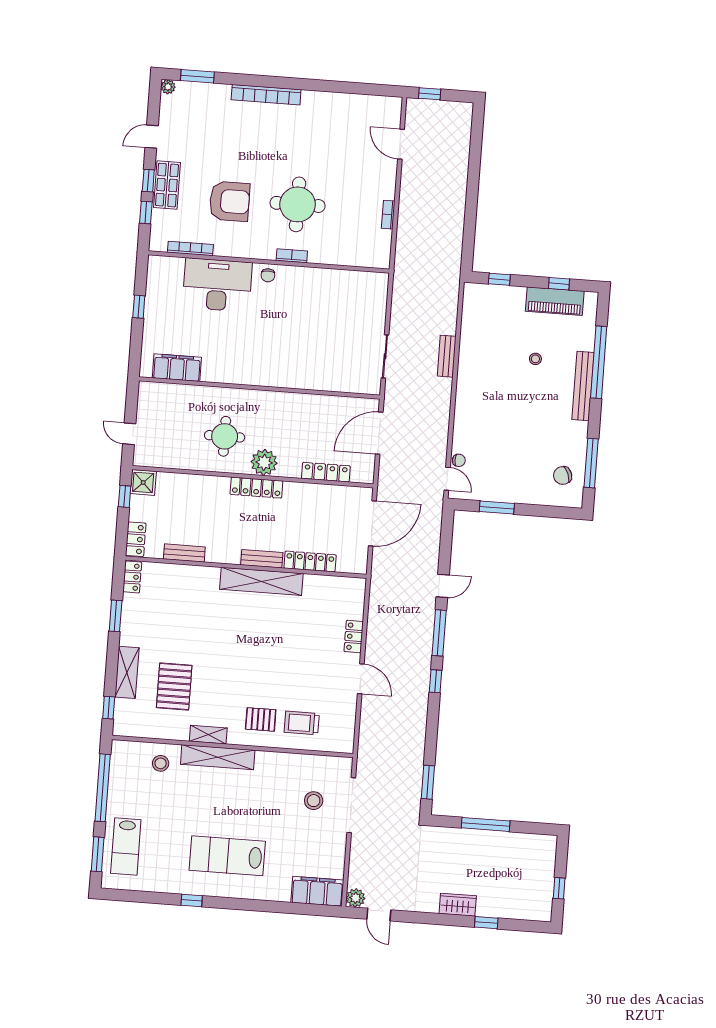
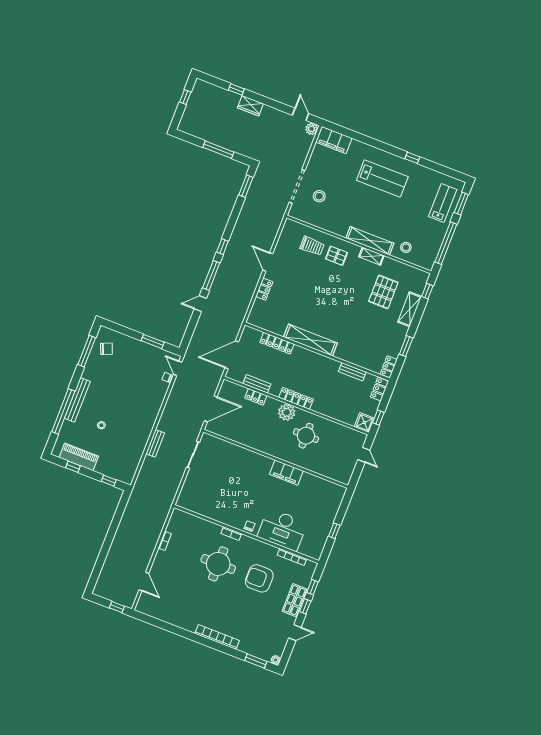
filing cabinet: (177, 368) -> (286, 473), moved
locker: (326, 472) -> (256, 397), width x0.66
bench: (262, 559) -> (257, 384), moved

